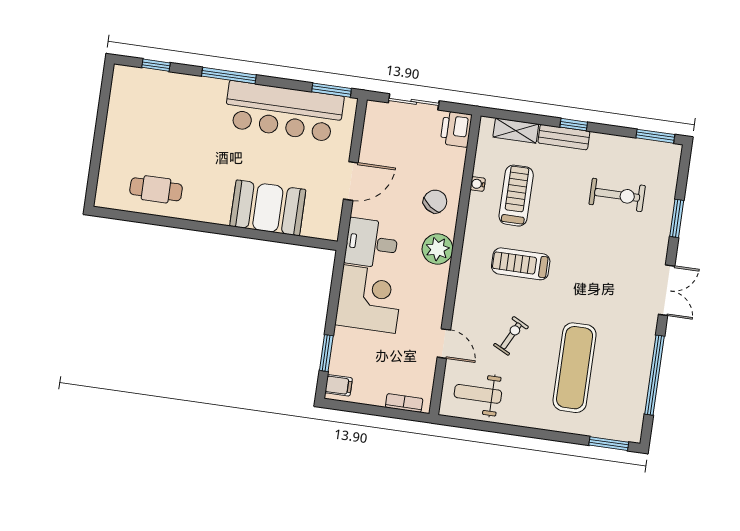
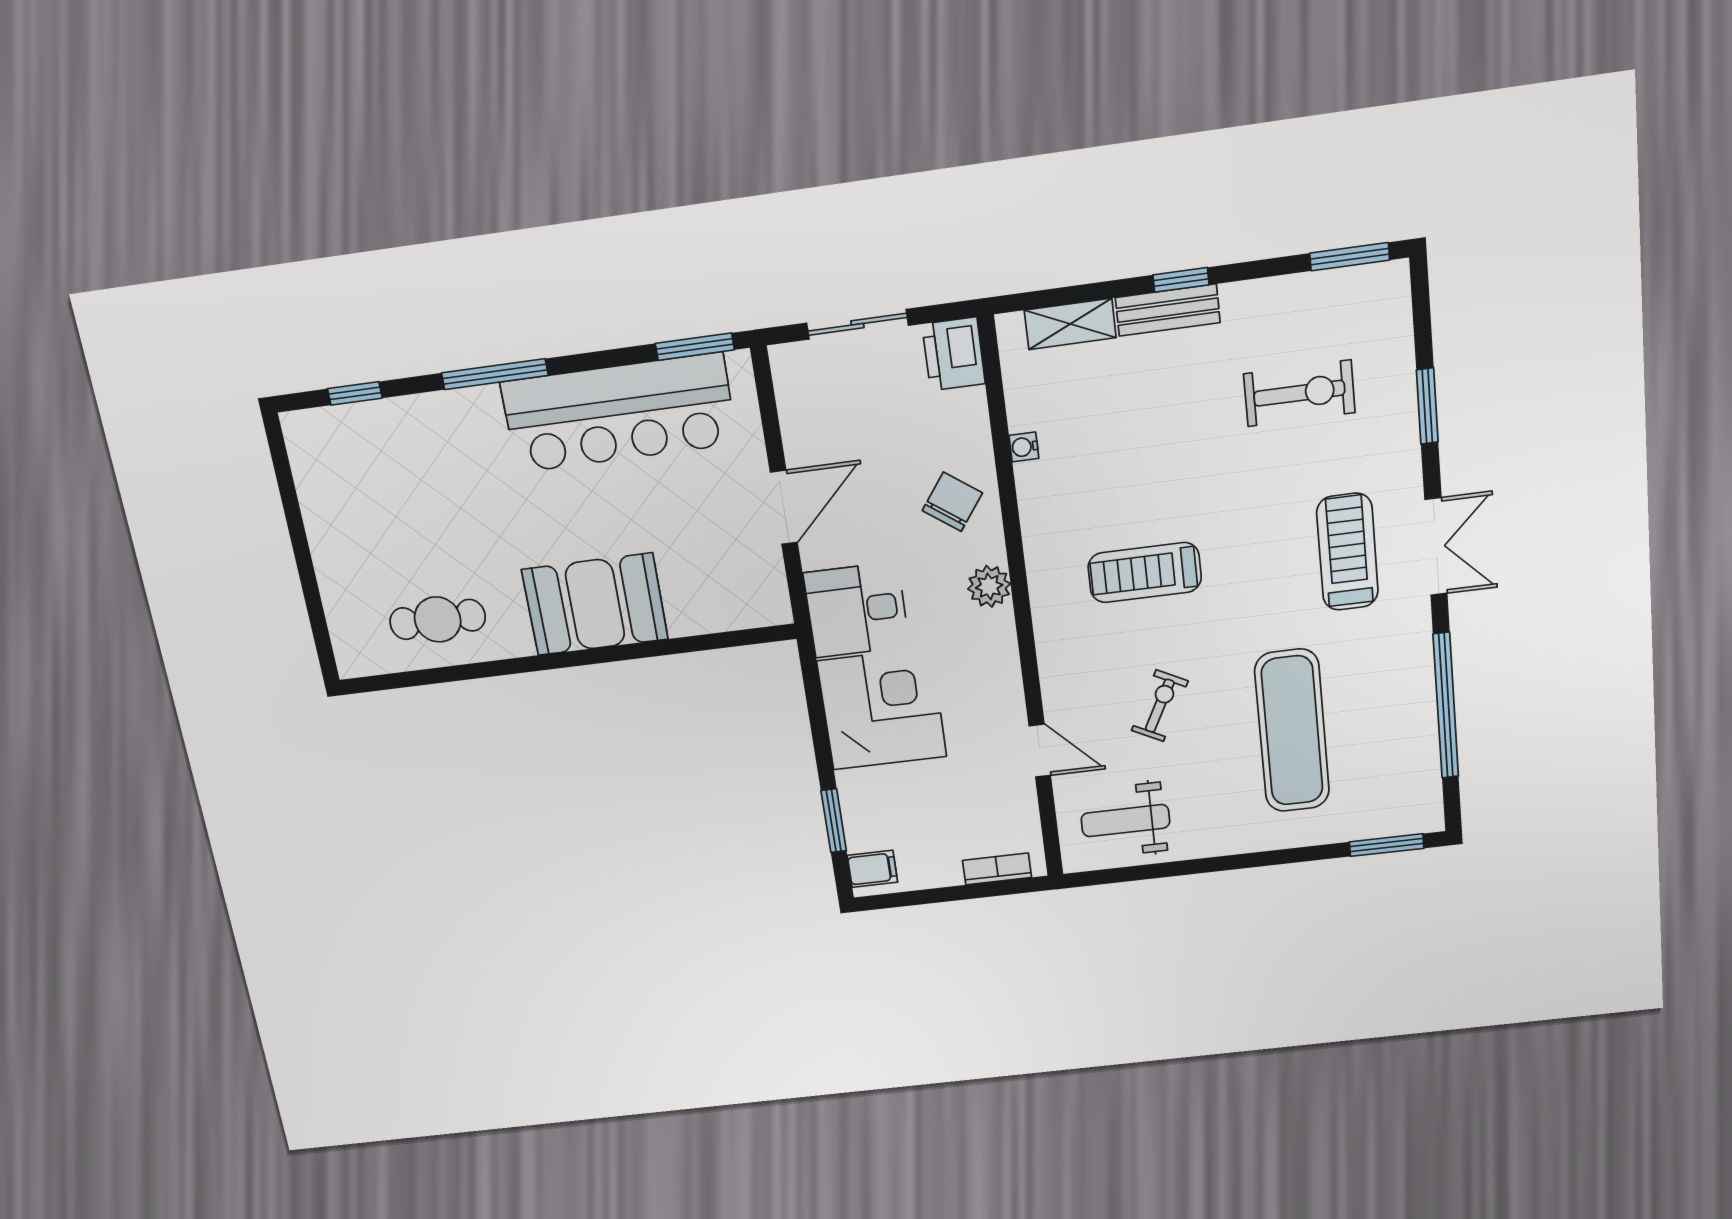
treadmill: (516, 196) -> (1347, 552), moved
booth: (268, 208) -> (595, 604), moved
plant: (438, 249) -> (989, 586), width x0.73, depth x0.73

